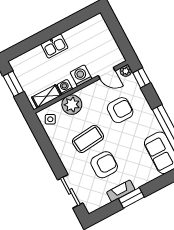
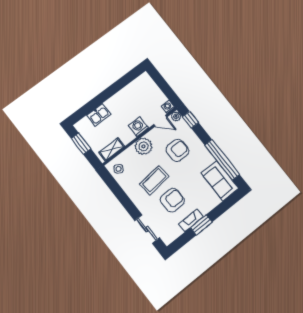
kitchen sink: (54, 46) -> (99, 115), moved
washing machine: (65, 87) -> (168, 107), moved
plant: (72, 105) -> (143, 146), moved

